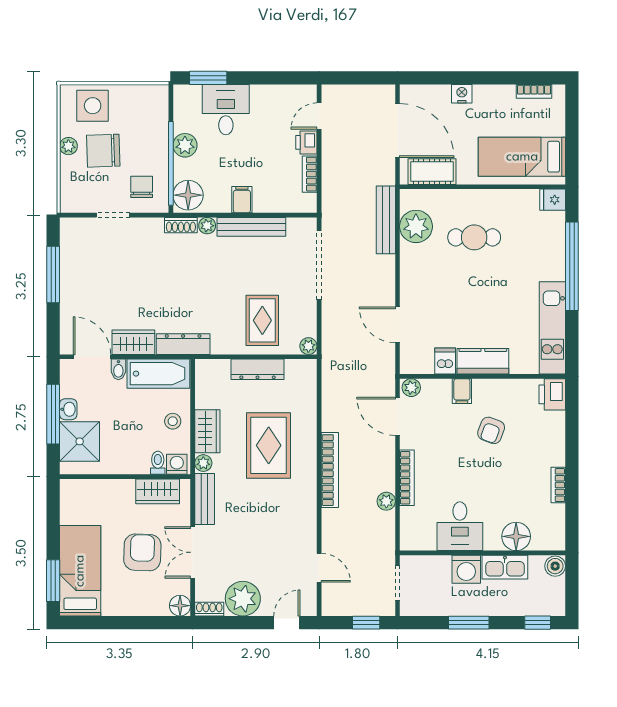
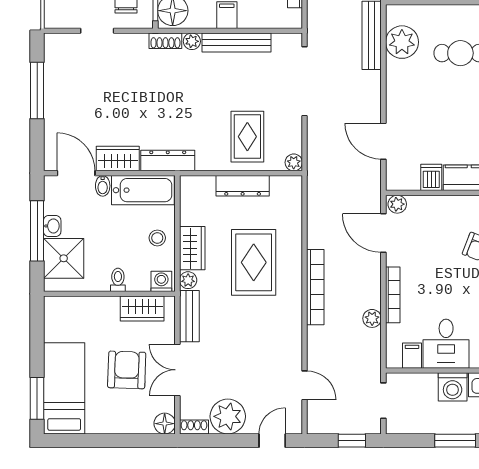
filing cabinet: (462, 391) -> (412, 356), moved, turned 180
toilet: (158, 463) -> (118, 280), moved

